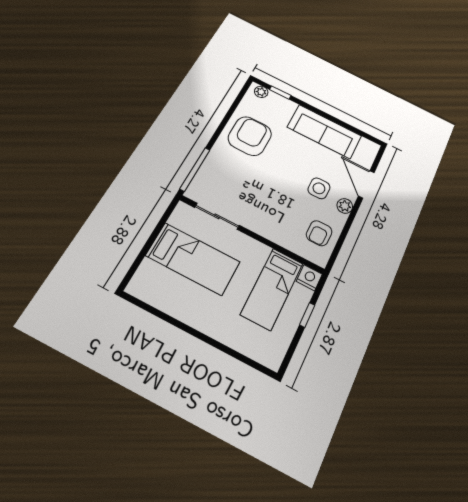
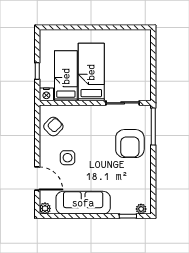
armchair: (250, 136) -> (130, 144), moved
plant: (345, 206) -> (45, 208), moved
armchair: (319, 233) -> (53, 126), turned 45
bed: (193, 259) -> (91, 72), moved, turned 90

